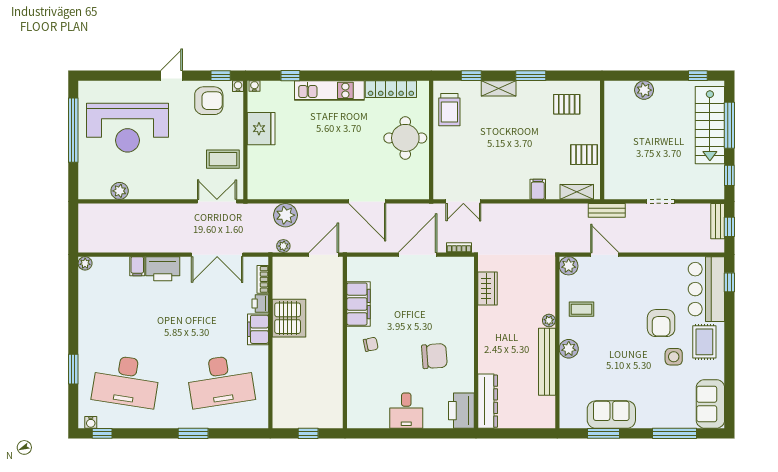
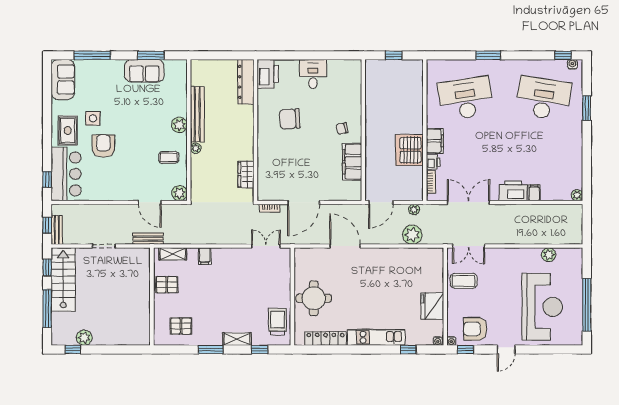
plant: (644, 90) -> (84, 338), moved
stairs: (710, 125) -> (63, 280), moved
reception desk: (127, 128) -> (542, 307), turned 90

